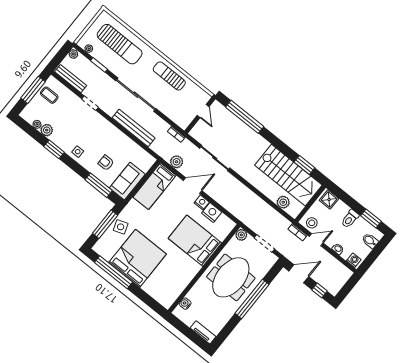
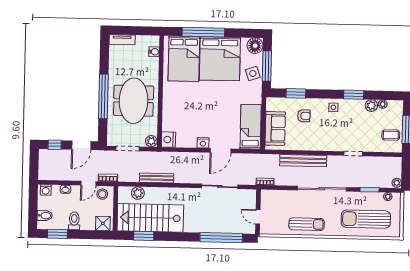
bench: (71, 79) -> (157, 178), moved
plant: (177, 162) -> (248, 160), removed
sofa: (127, 181) -> (275, 128), moved
window: (99, 185) -> (296, 93), width x0.69
nightstand: (212, 213) -> (168, 140), moved, turned 90
bed: (195, 241) -> (184, 59), moved, turned 90
floor lamp: (102, 247) -> (255, 46), added
window: (114, 272) -> (203, 32), moved

